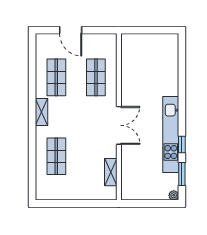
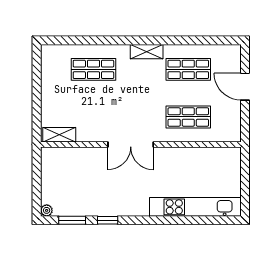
door: (71, 30) -> (245, 87), hinge flipped
kitchen unit: (171, 135) -> (195, 207), moved
shelving: (111, 172) -> (59, 135), moved

